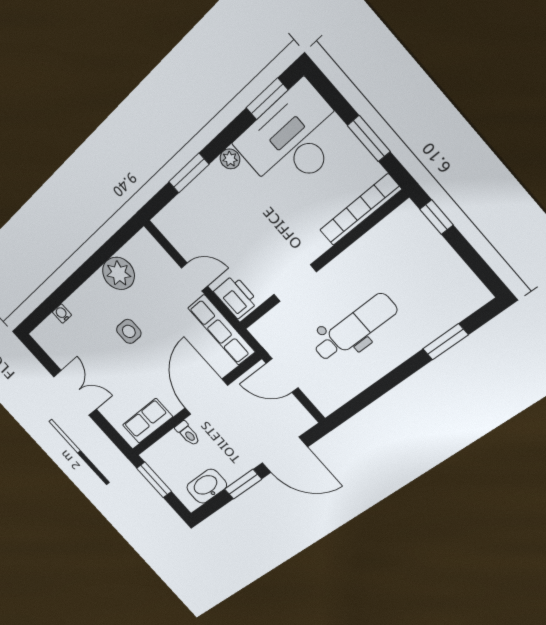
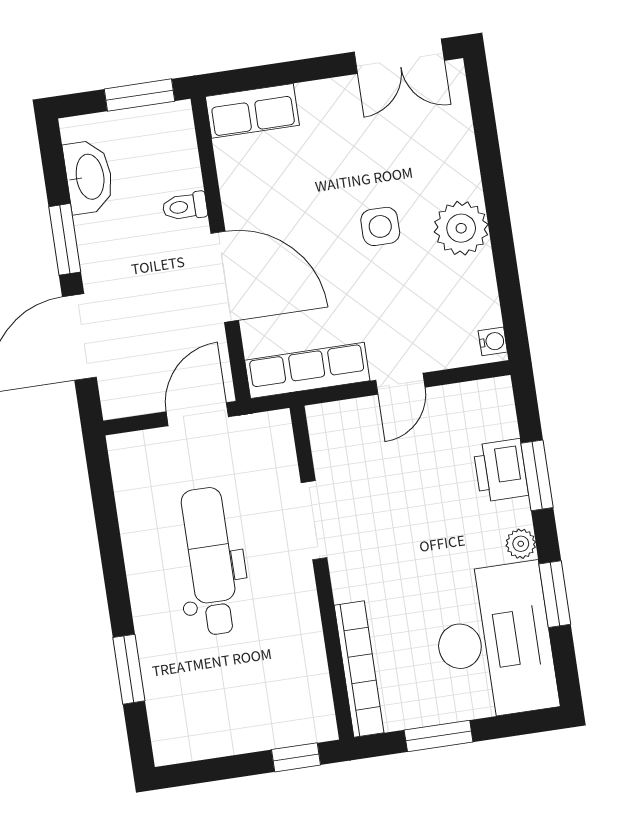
window: (267, 99) -> (555, 594), moved
plant: (119, 273) -> (461, 228), moved
printer: (236, 297) -> (501, 470), moved, turned 90
water cooler: (62, 314) -> (493, 341), moved
dental chair: (355, 328) -> (210, 561), turned 180
double door: (75, 393) -> (399, 56), moved
row of seats: (148, 421) -> (252, 111), moved, turned 90

